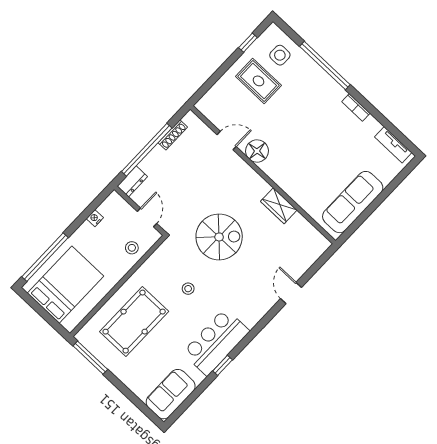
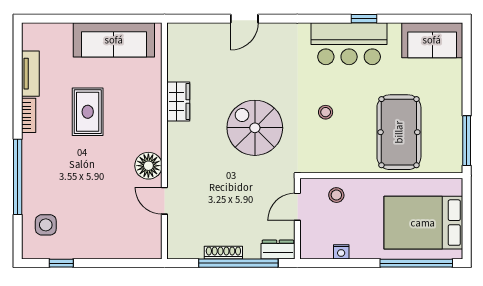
rug: (258, 81) -> (88, 112), moved
shoe rack: (173, 135) -> (223, 253), moved
tv unit: (393, 145) -> (30, 74), moved
pool table: (134, 322) -> (399, 132), turned 90

